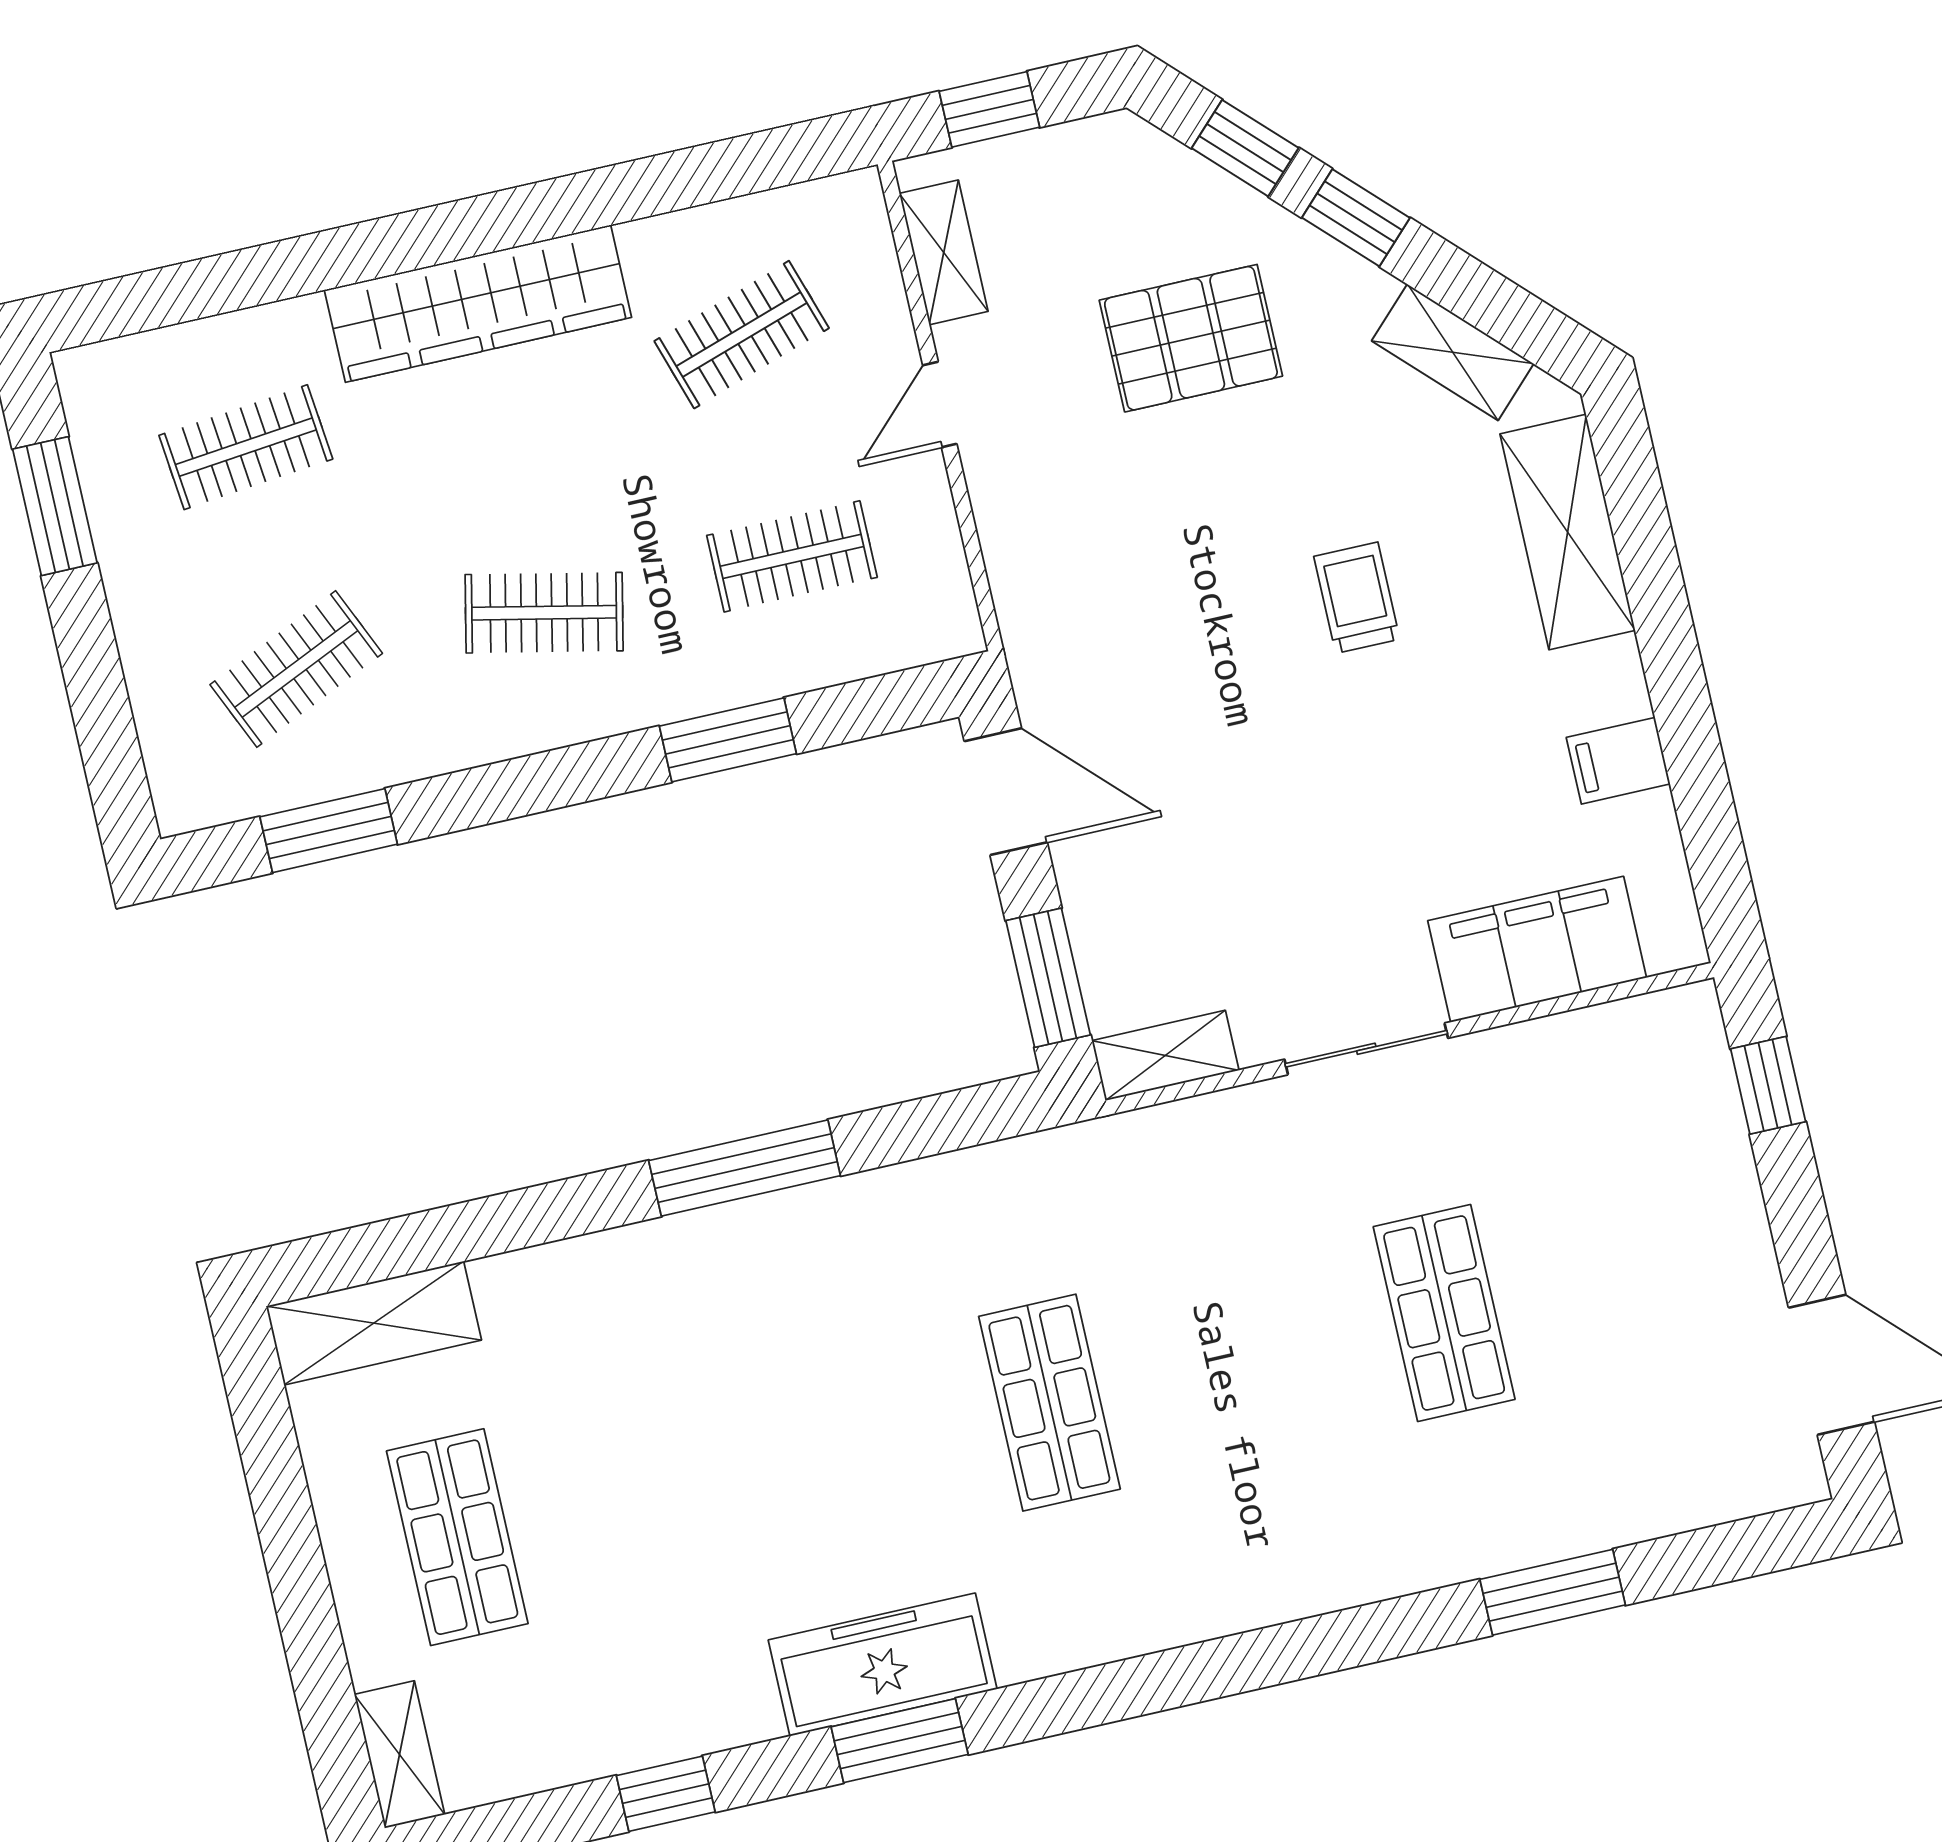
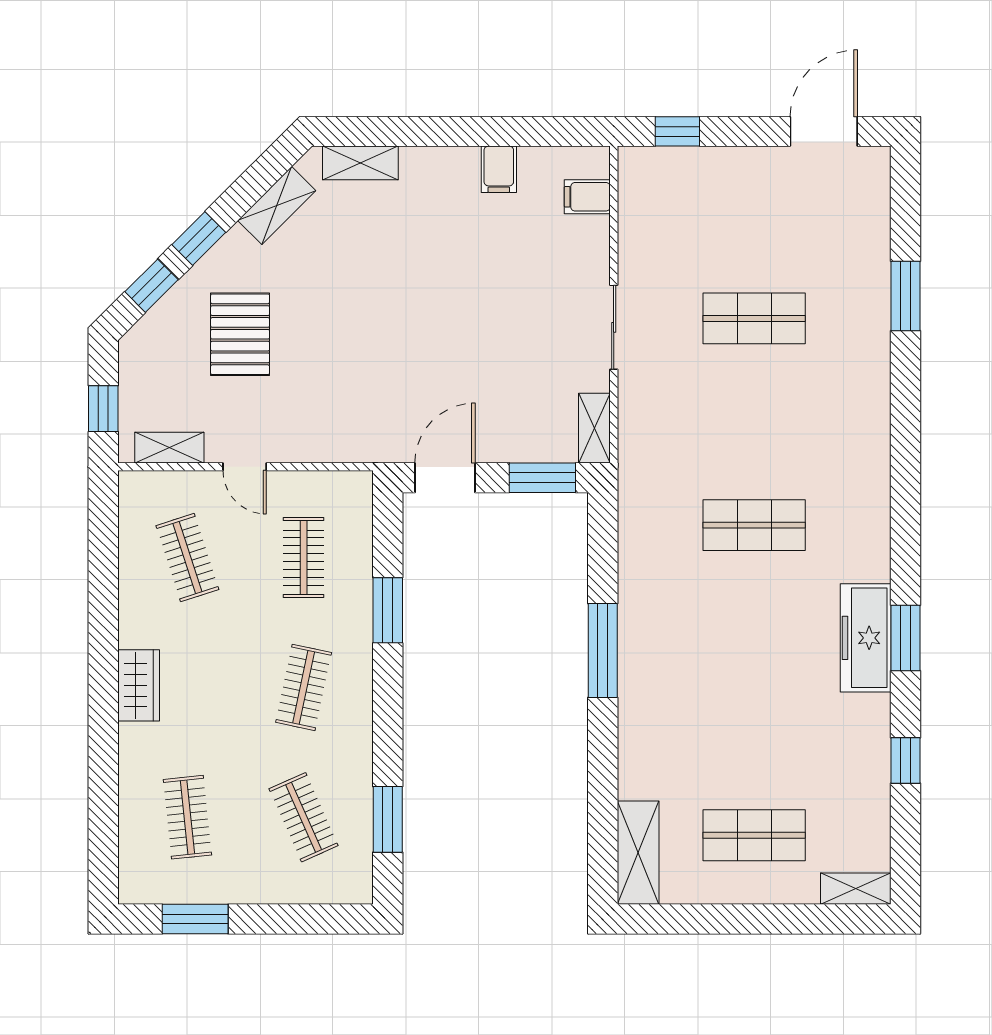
wardrobe: (478, 304) -> (139, 685), width x0.48, depth x0.85
shelving: (1568, 532) -> (360, 163), width x0.67, depth x0.75
trolley: (1357, 598) -> (388, 281), removed
filing cabinet: (1537, 949) -> (587, 197), width x0.33, depth x0.86

